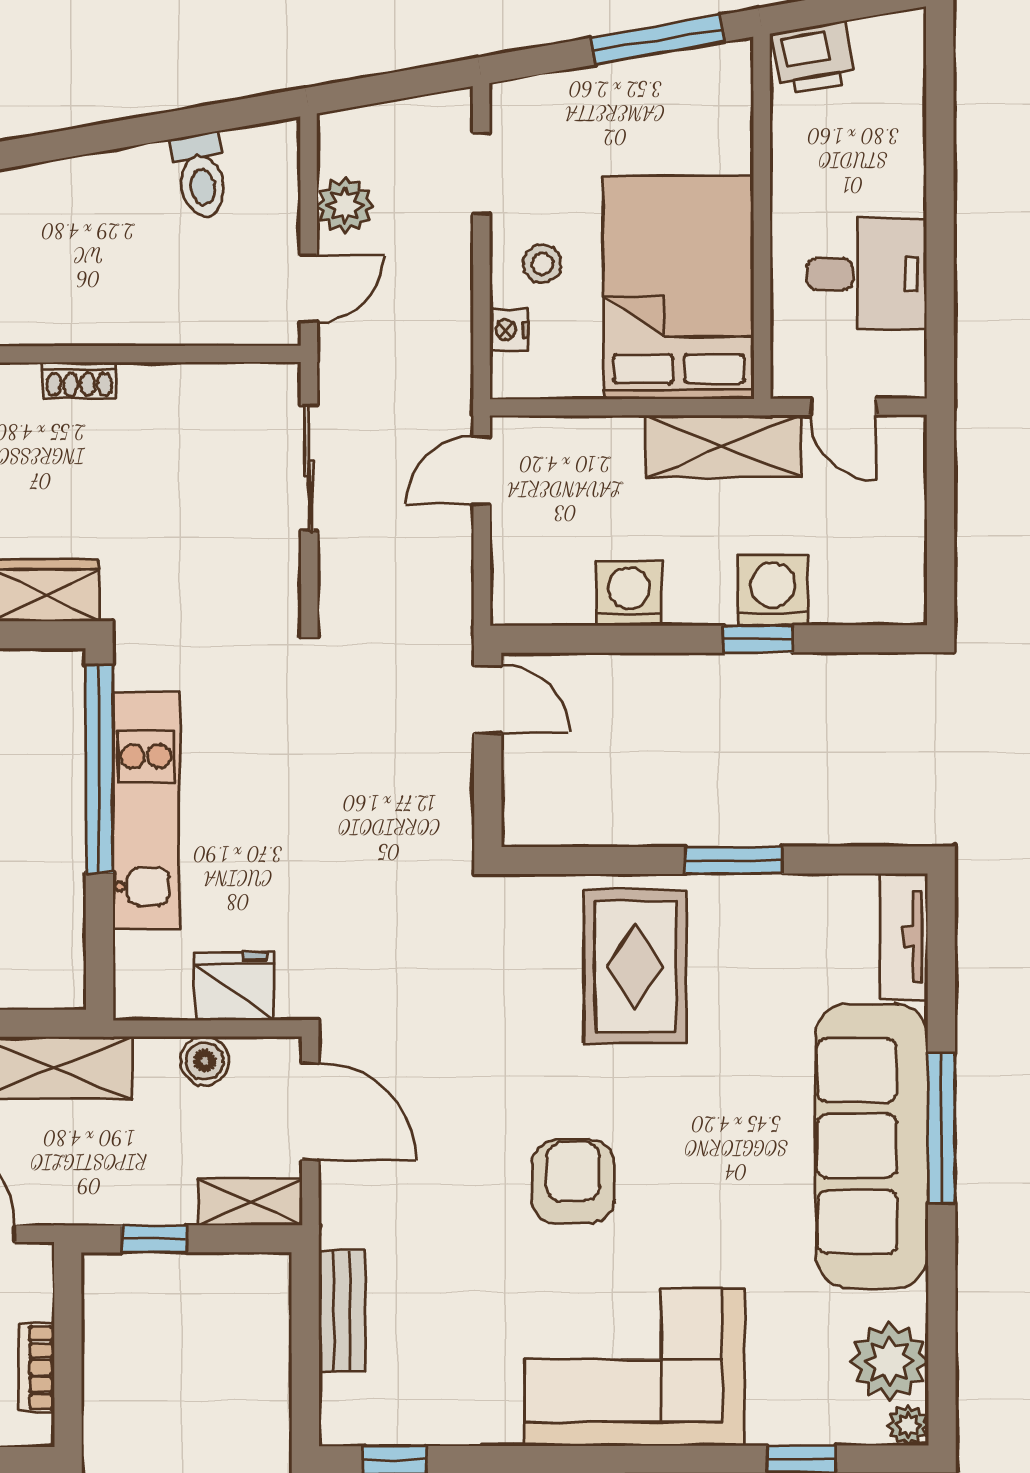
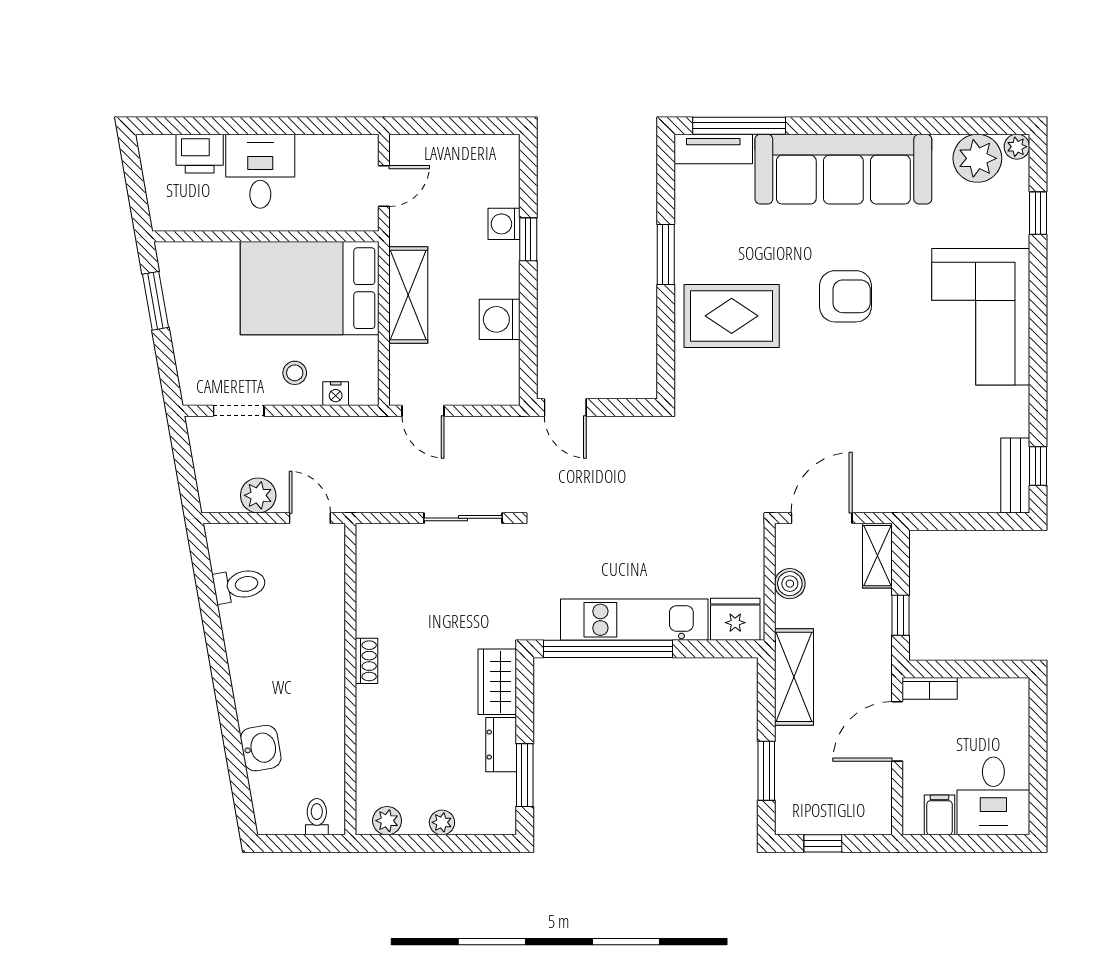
window: (658, 40) -> (156, 301), width x0.69
printer: (814, 58) -> (200, 154), moved, turned 100
desk: (867, 274) -> (260, 171), moved
shelving: (724, 446) -> (408, 295), moved
sliding door: (309, 468) -> (463, 518), moved
washing machine: (773, 590) -> (504, 224), width x0.73, depth x0.73
door: (488, 699) -> (565, 407), swing flipped
fridge: (234, 986) -> (735, 619), moved, turned 90
window: (942, 1128) -> (739, 126), moved
armchair: (573, 1182) -> (845, 296), moved, turned 180
bench: (342, 1311) -> (1015, 475), moved, turned 90
bookcase: (37, 1367) -> (930, 688), moved

